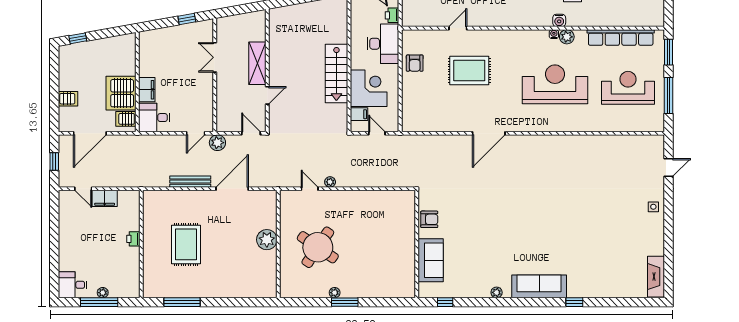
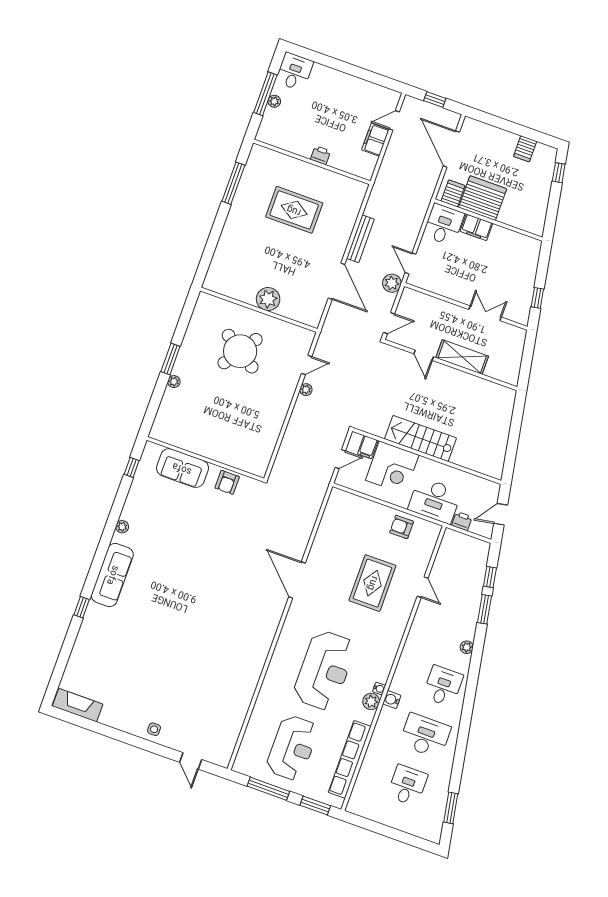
server rack: (68, 99) -> (525, 149), moved
plant: (335, 293) -> (174, 382), moved

